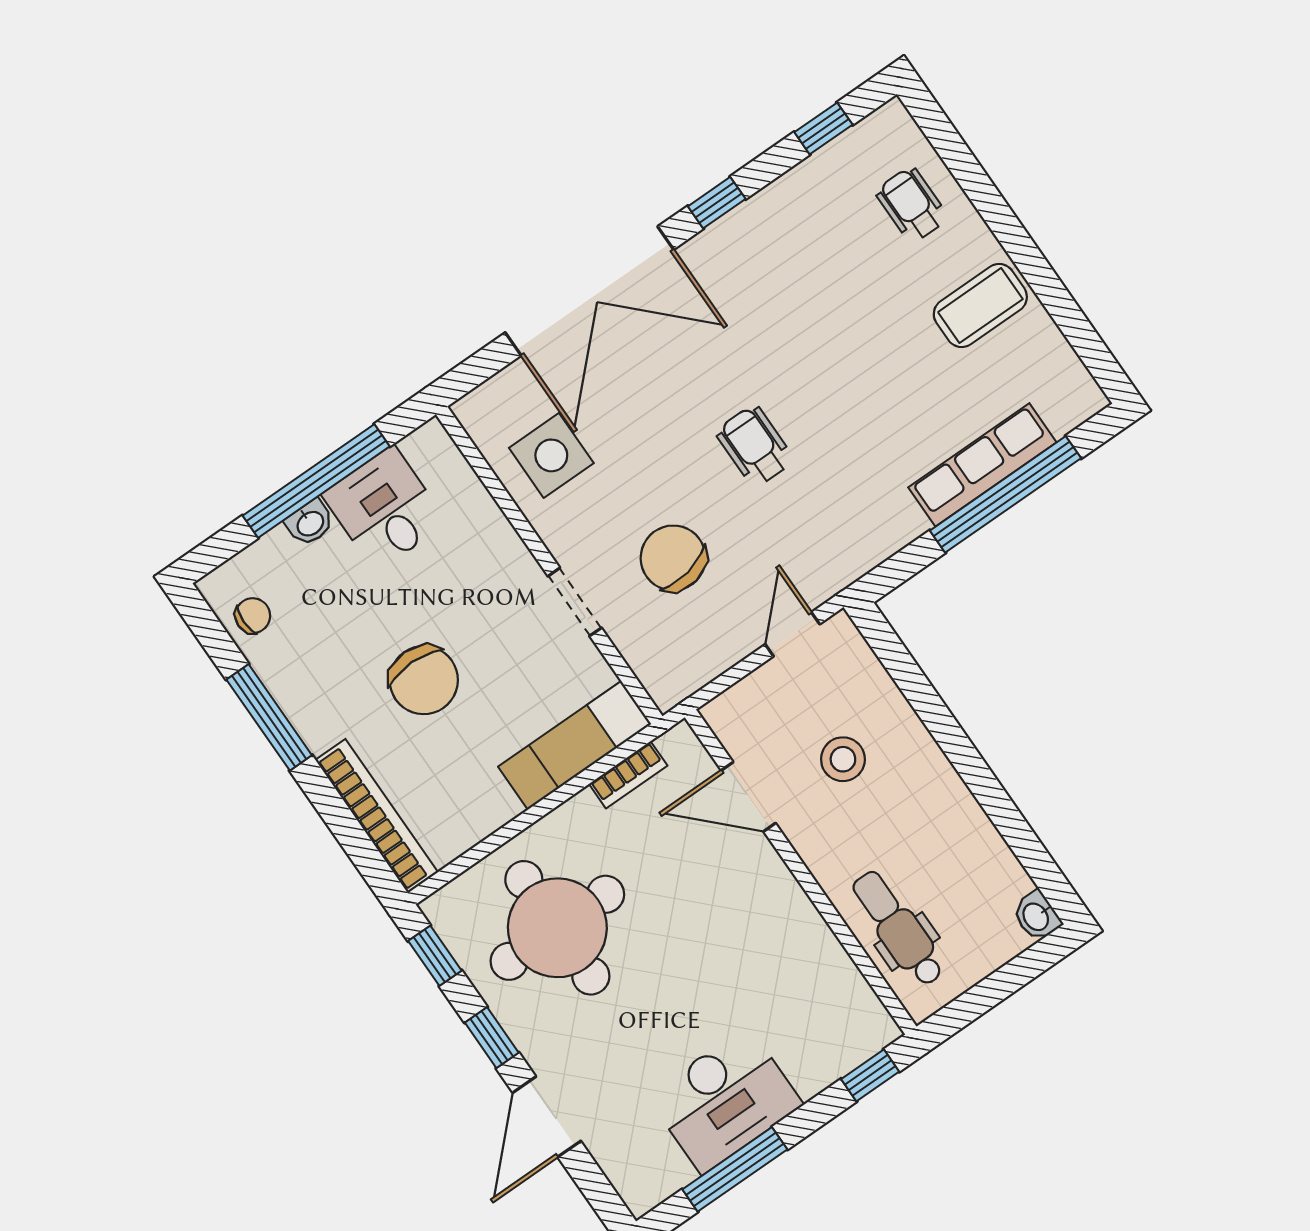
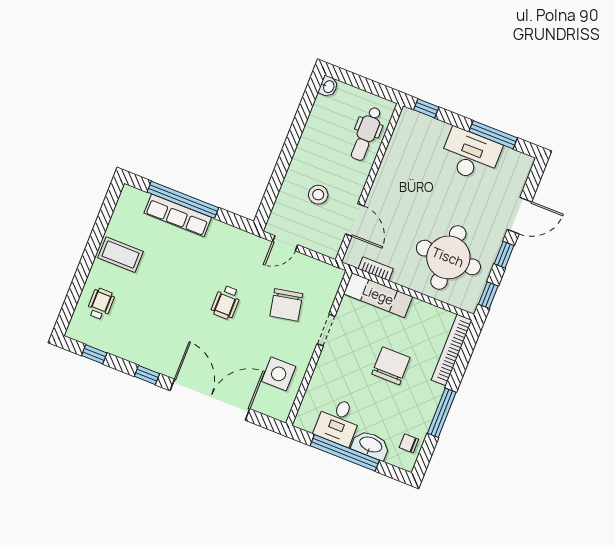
wheelchair: (912, 205) -> (101, 304), turned 180
washbasin: (310, 523) -> (371, 445), width x1.91, depth x1.45

